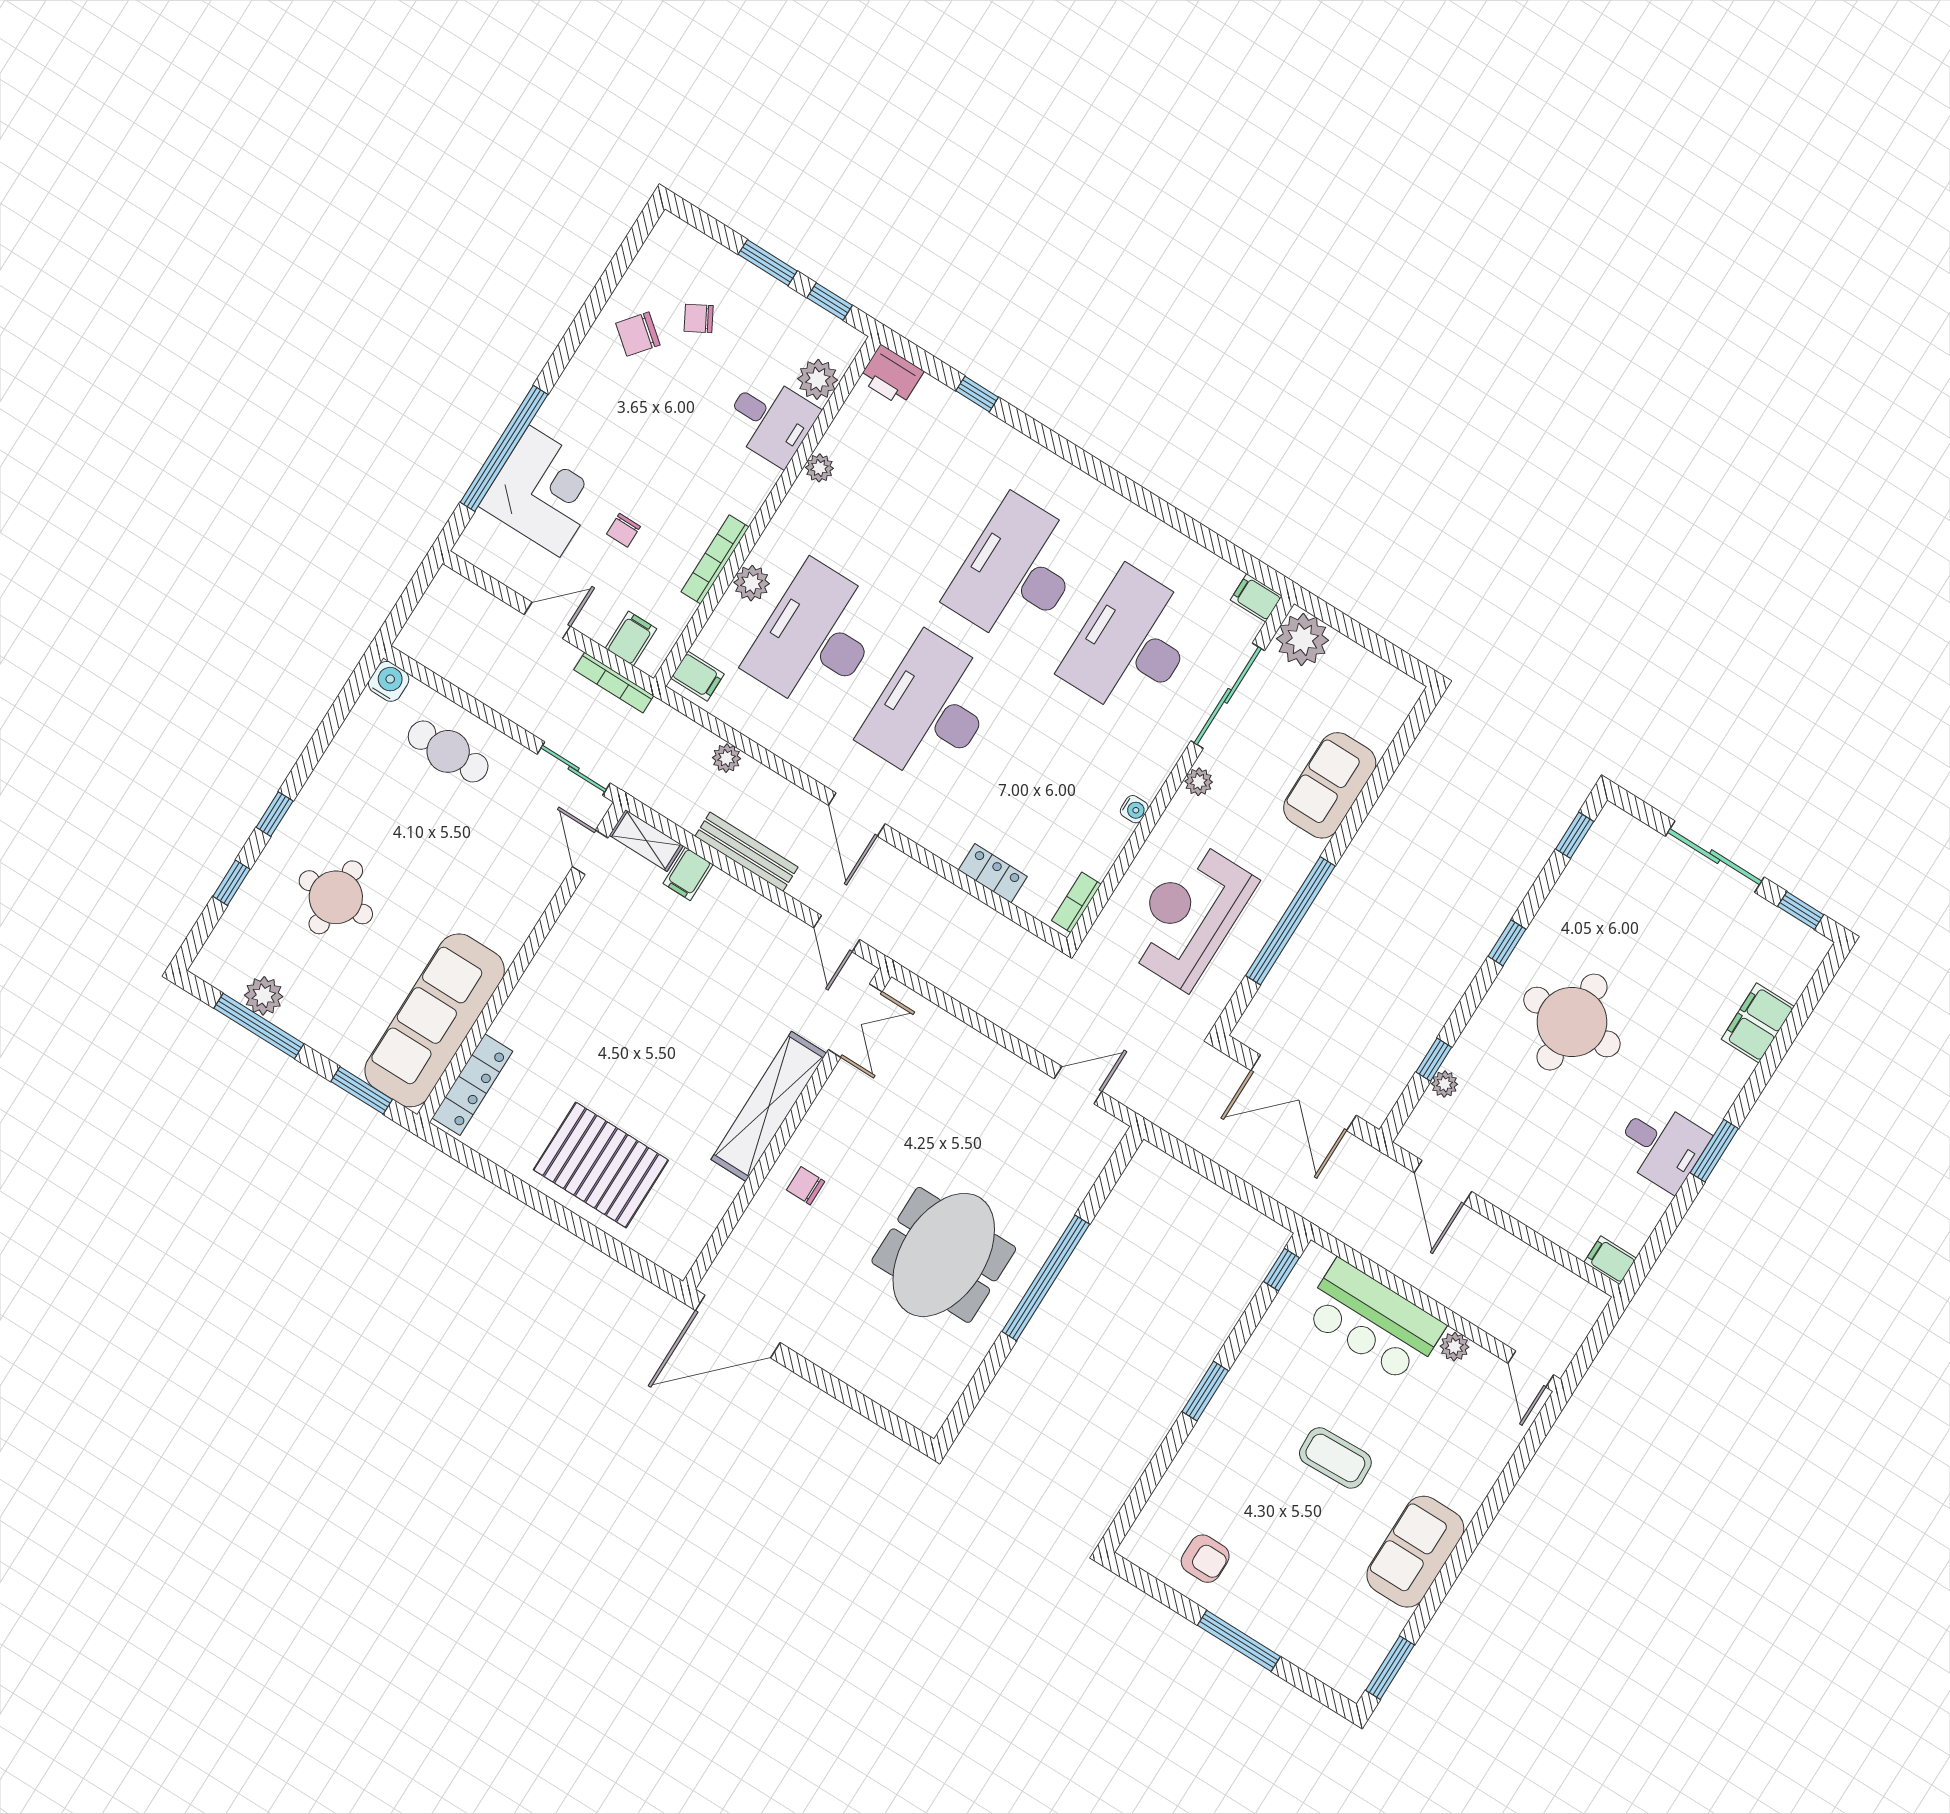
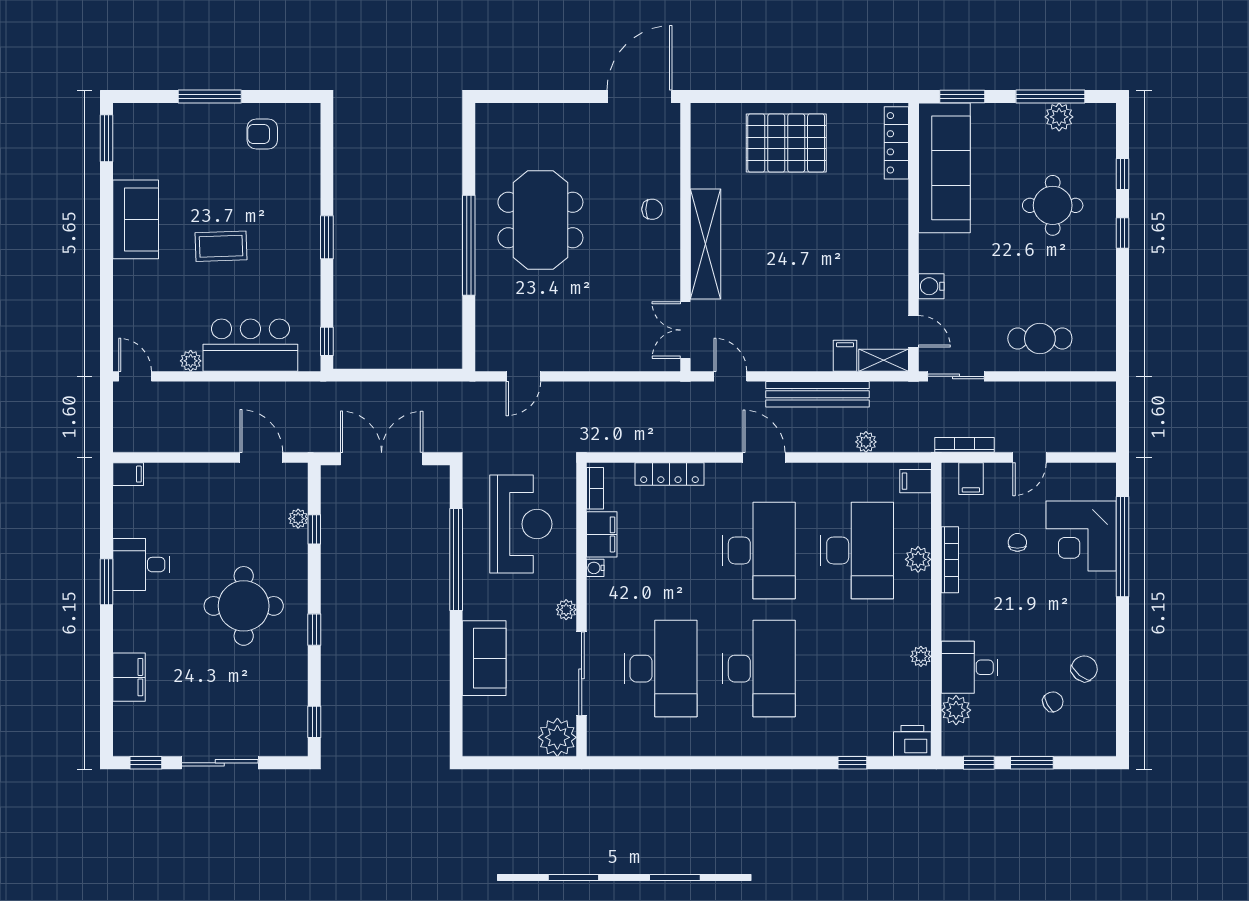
filing cabinet: (1256, 598) -> (602, 534), moved, width x2.00
water cooler: (389, 681) -> (931, 286), moved, turned 90
bench: (746, 852) -> (818, 394), width x1.37, depth x1.21
locker: (993, 873) -> (669, 474), width x1.53

